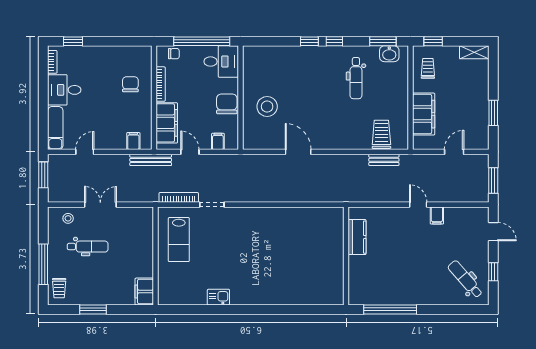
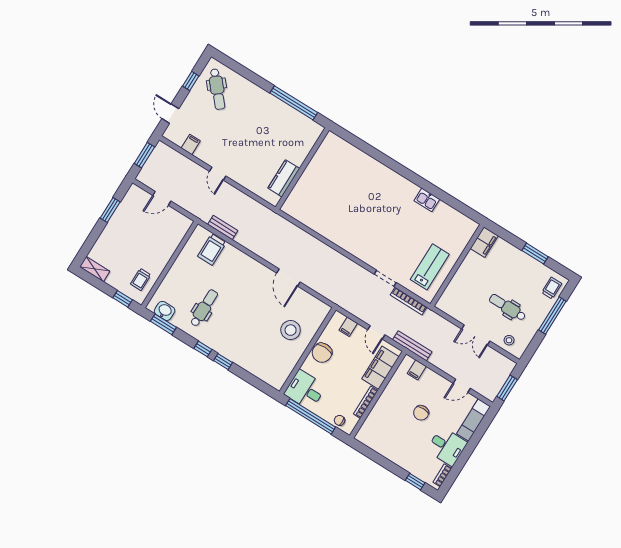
chair: (130, 84) -> (421, 413), moved
filing cabinet: (424, 114) -> (167, 244), removed
filing cabinet: (437, 216) -> (191, 144), moved

